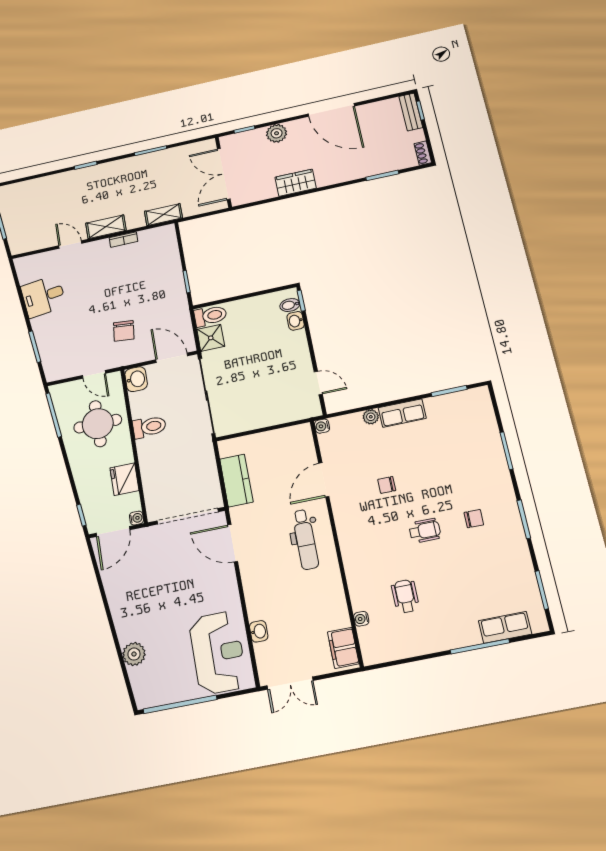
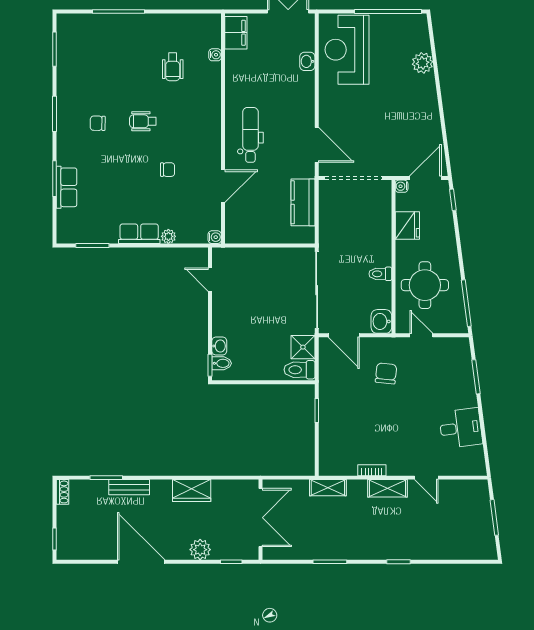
bench: (411, 112) -> (129, 487), moved, turned 90
toilet: (149, 427) -> (380, 274), width x0.73, depth x0.72
row of seats: (505, 627) -> (67, 187), moved, turned -90

